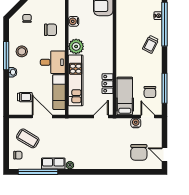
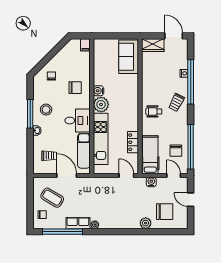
water cooler: (74, 21) -> (98, 91), moved
wheelchair: (128, 53) -> (154, 111), added
window: (165, 88) -> (191, 147), width x1.46
door: (101, 117) -> (126, 175), hinge flipped
water cooler: (136, 123) -> (151, 182), moved
chair: (139, 152) -> (165, 212), turned -90
door: (165, 155) -> (191, 200), moved
plant: (120, 164) -> (146, 223), added

